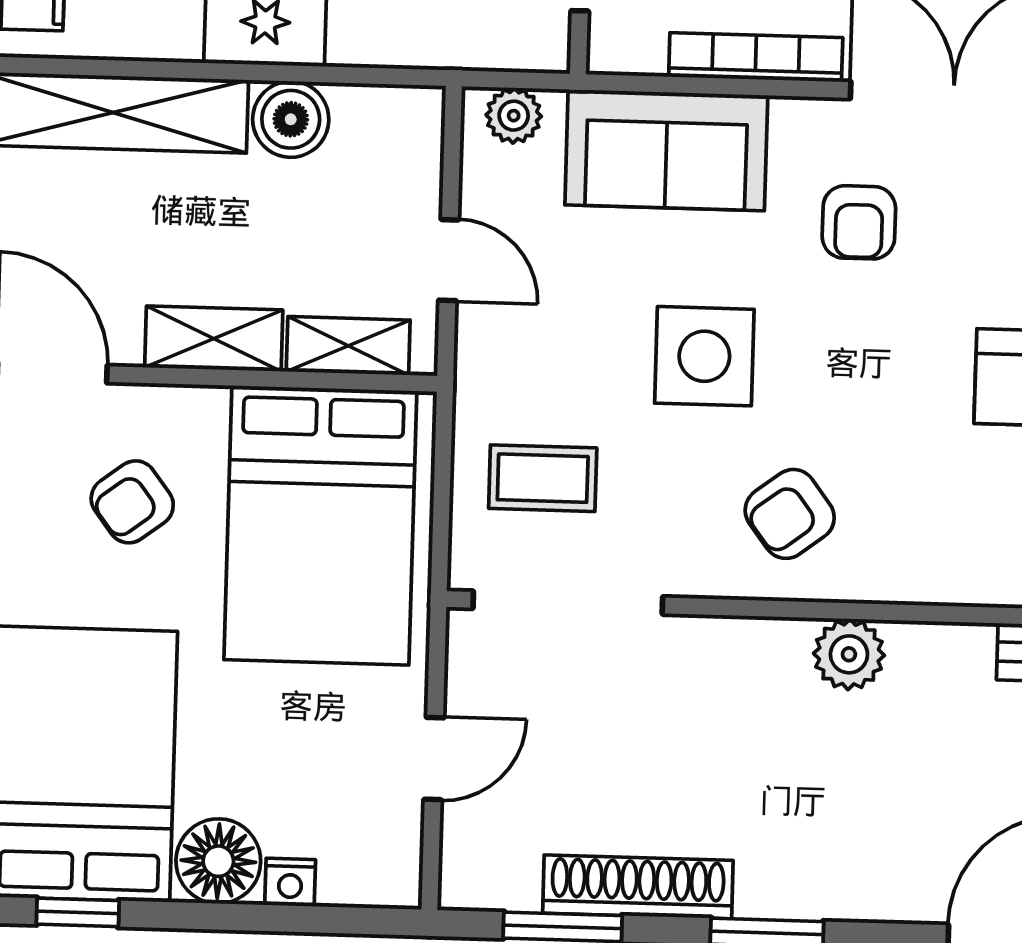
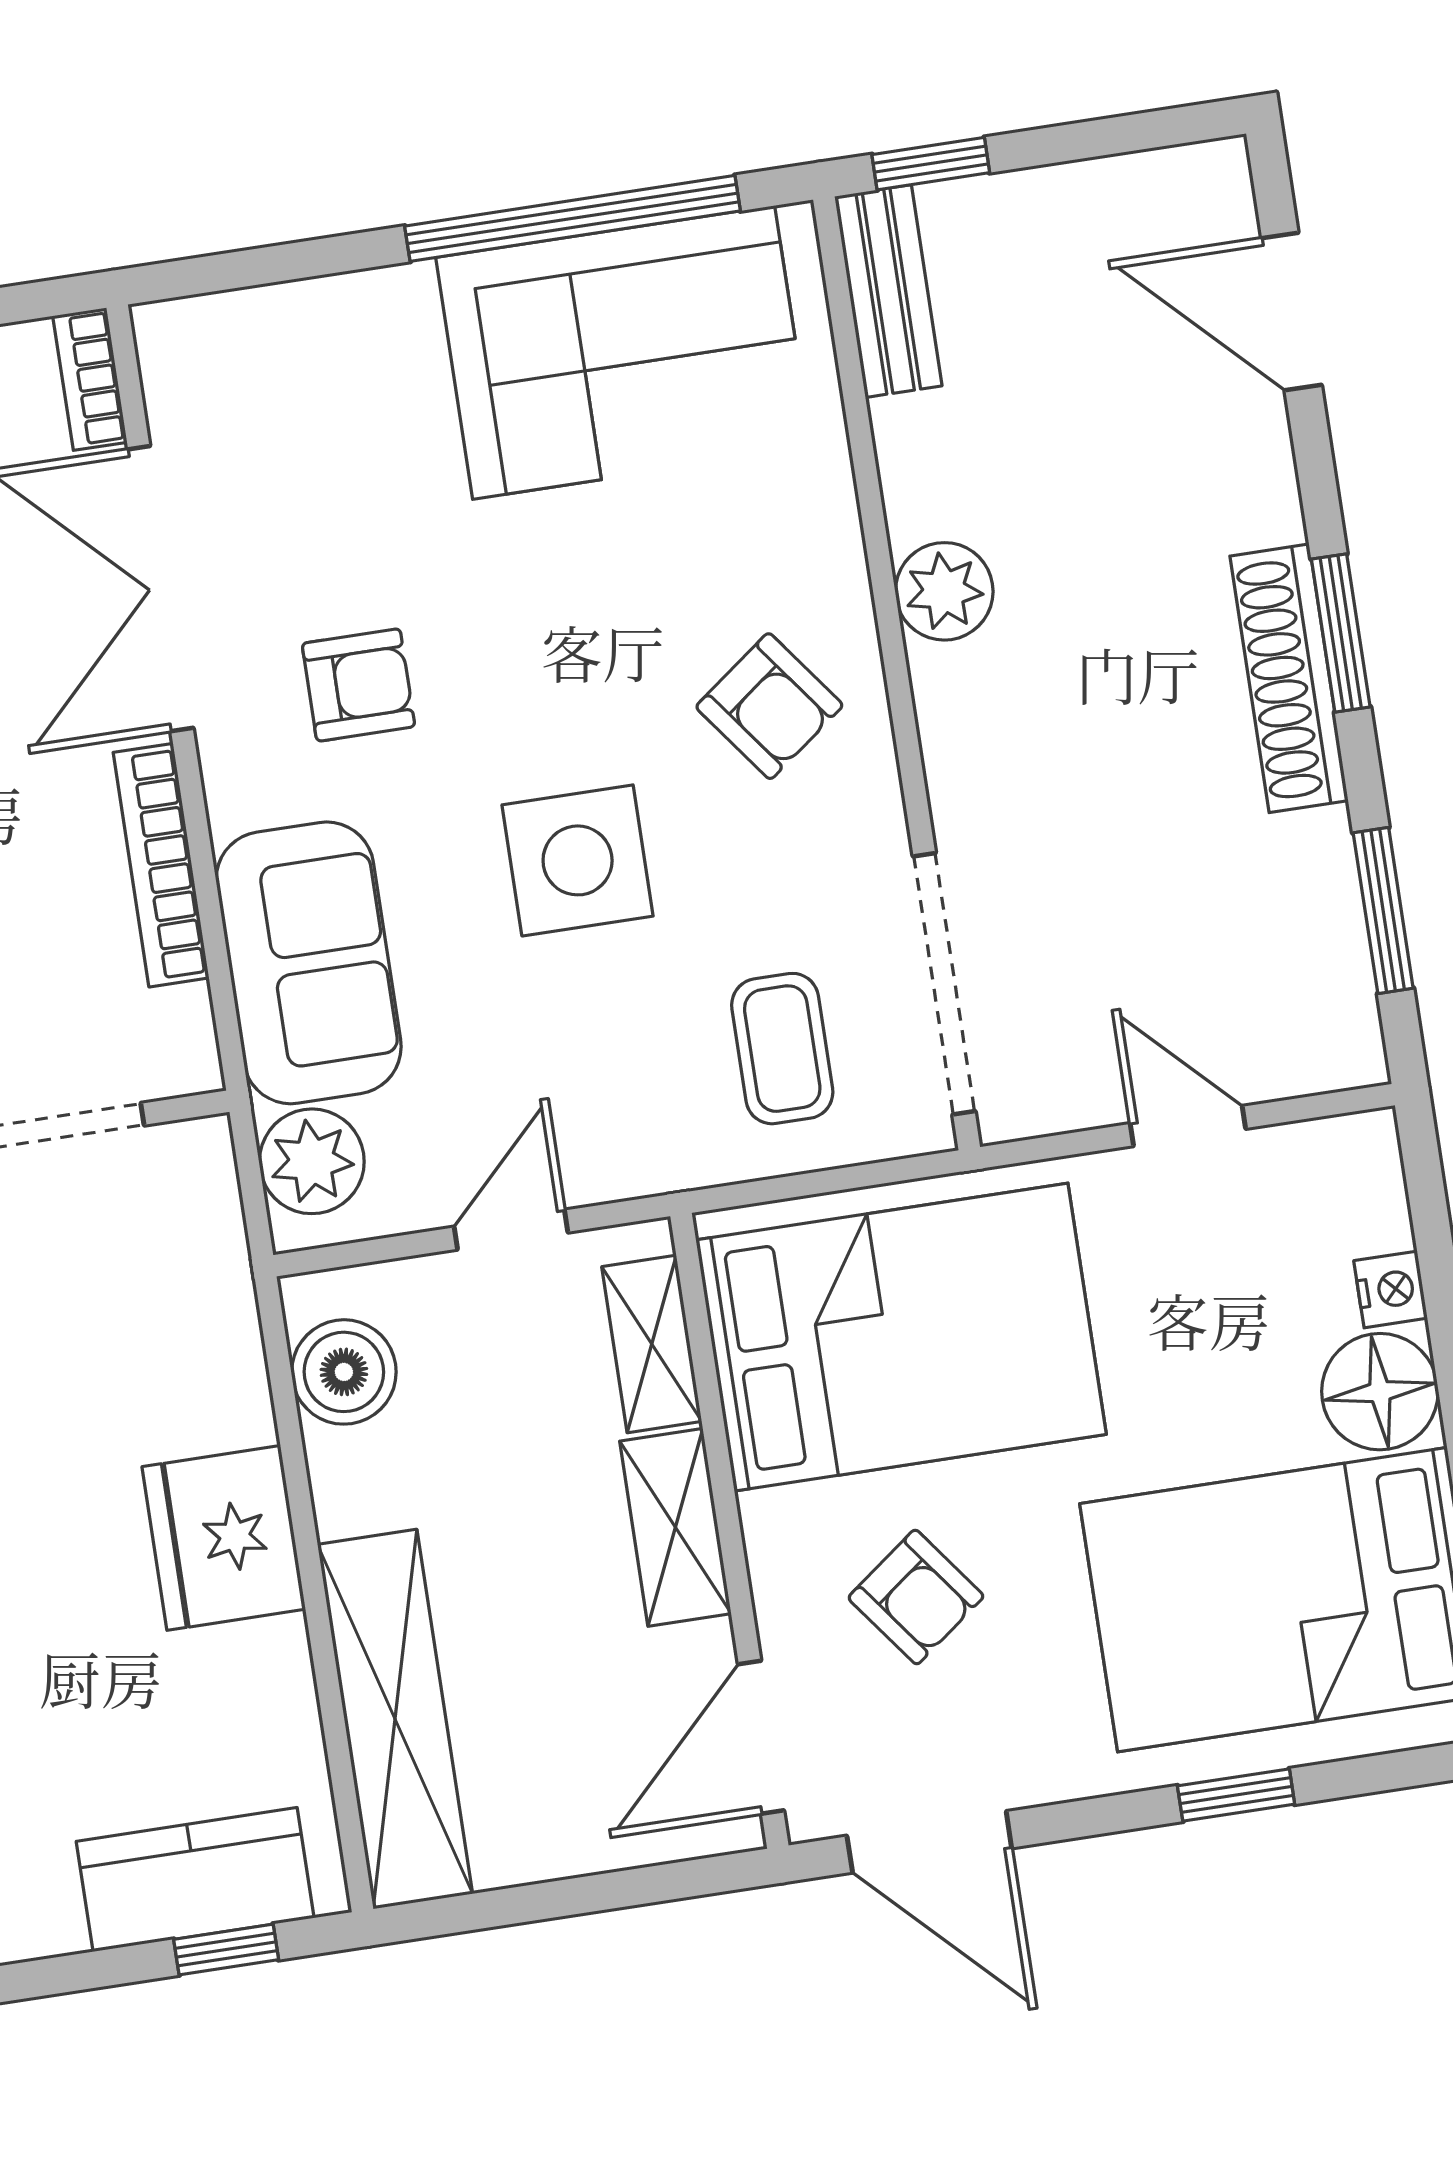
plant: (514, 116) -> (312, 1161), width x1.38, depth x1.38
boiler: (291, 119) -> (344, 1372), moved
shoe rack: (638, 887) -> (1289, 678), moved

